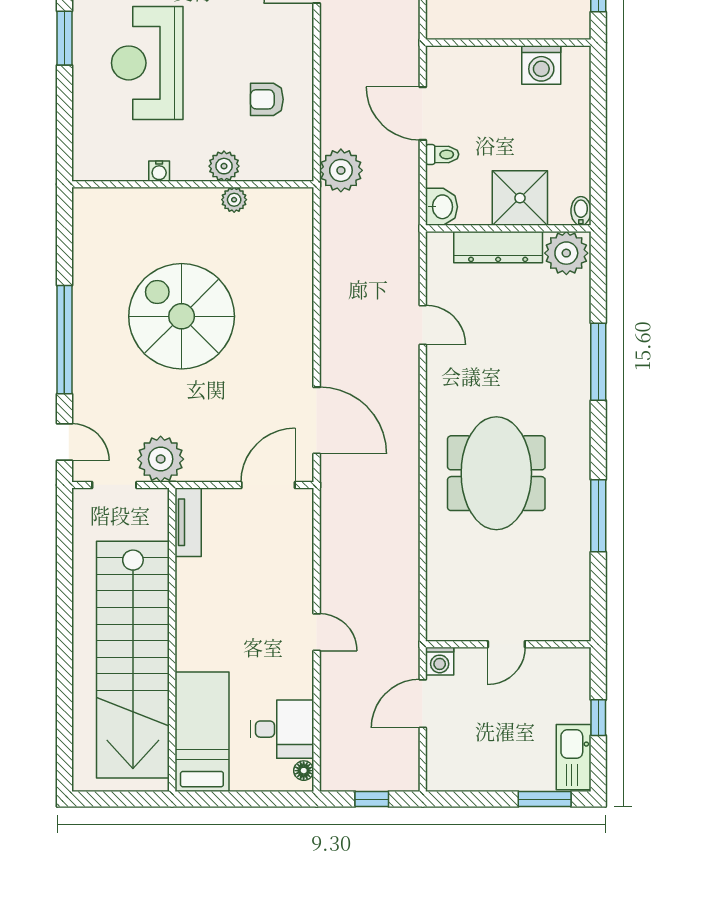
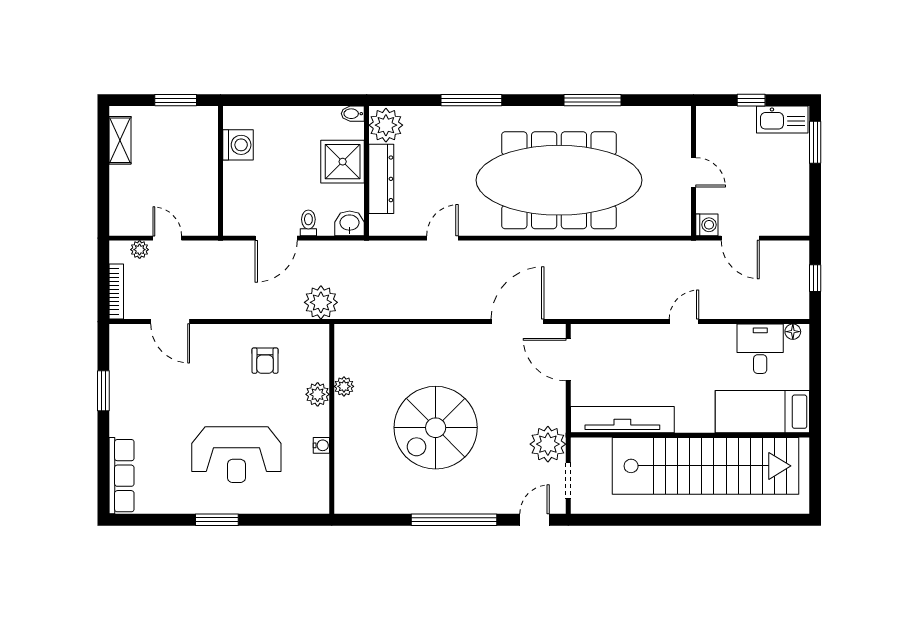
meeting table: (496, 473) -> (559, 180), width x1.86, depth x1.27
tv unit: (188, 522) -> (622, 420), width x1.92, depth x1.29

